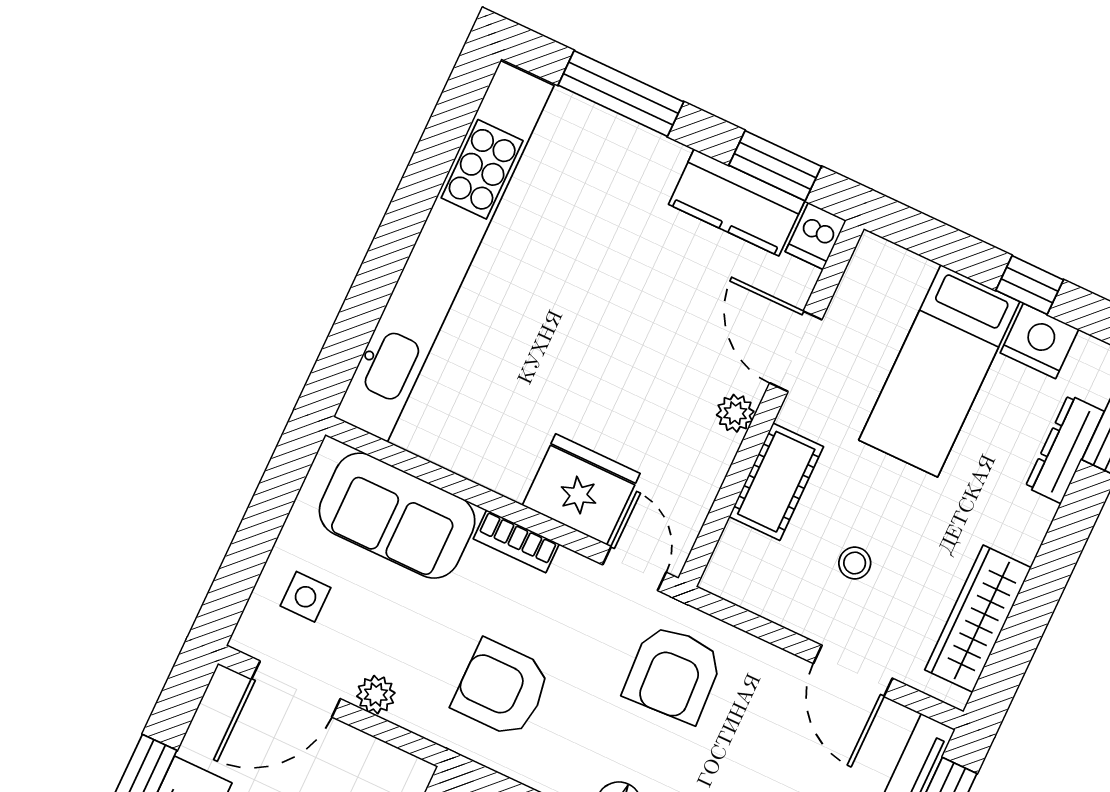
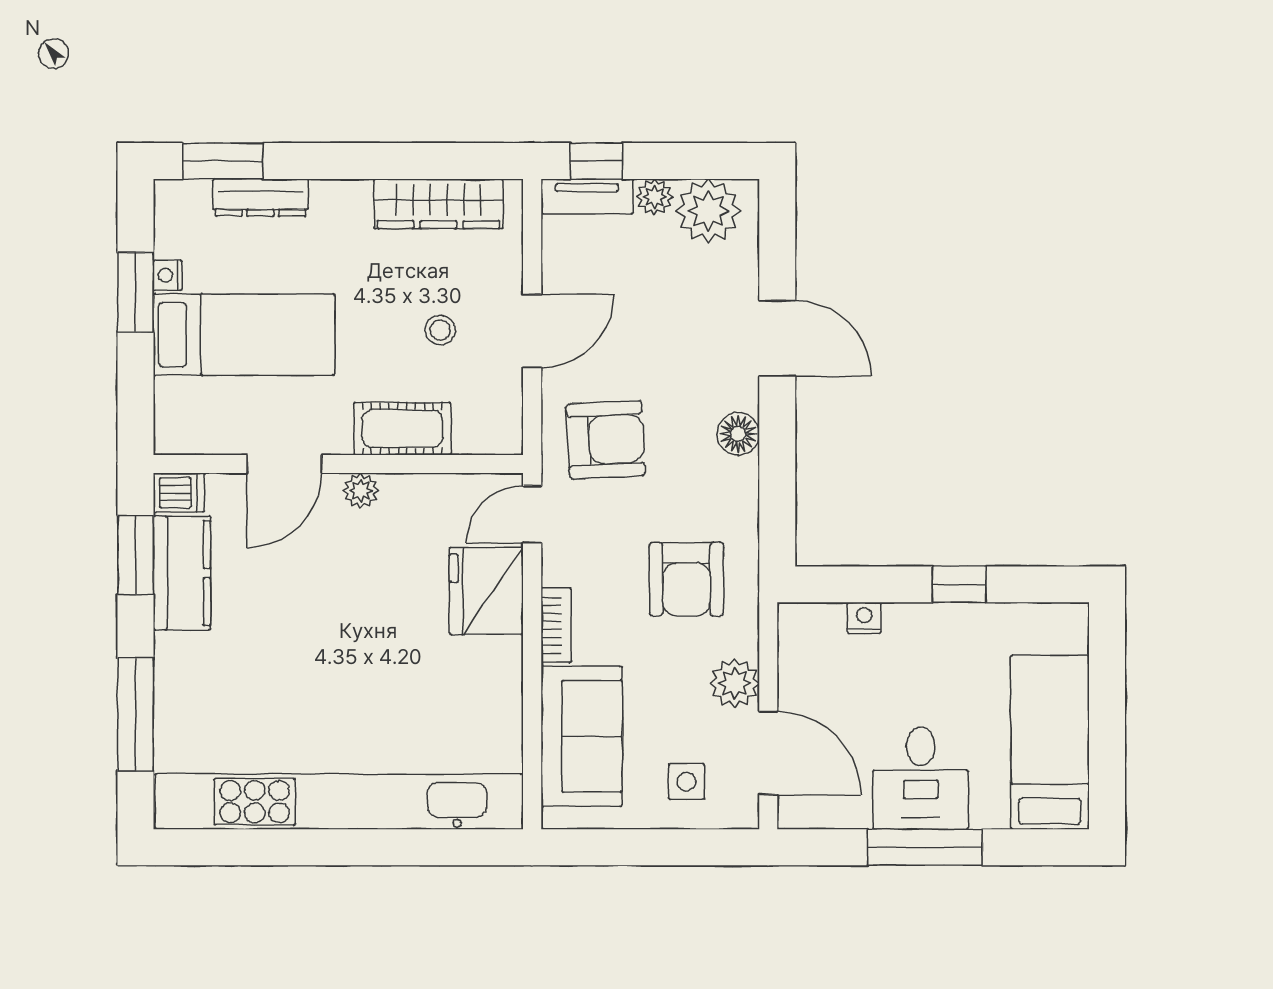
window: (1030, 285) -> (136, 292), width x1.50
nightstand: (1039, 341) -> (168, 275), width x0.53, depth x0.56
door: (853, 671) -> (532, 331), moved
plant: (376, 695) -> (735, 683), width x1.38, depth x1.38

